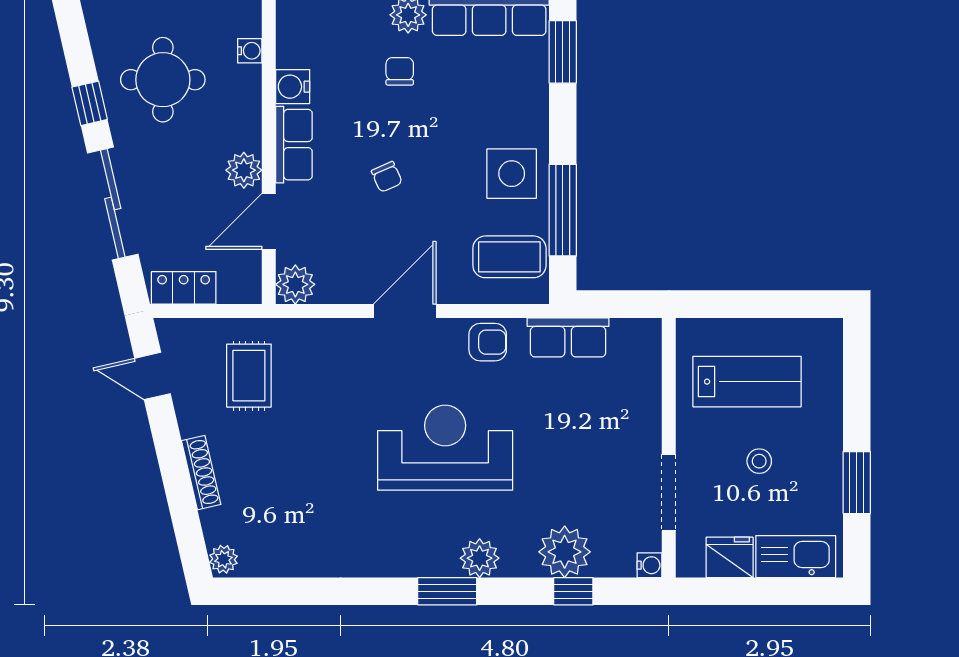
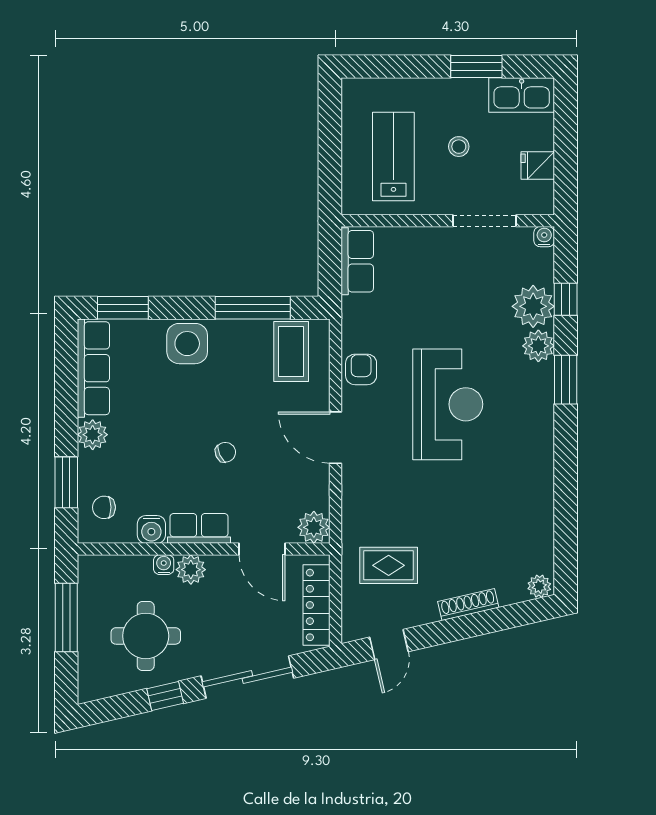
water cooler: (250, 51) -> (164, 565), moved
chair: (400, 71) -> (104, 507), moved
plant: (244, 170) -> (191, 570), moved
side table: (512, 174) -> (187, 344), moved
locker: (184, 288) -> (317, 605), width x1.53
row of seats: (568, 337) -> (357, 261), moved
reception desk: (445, 448) -> (448, 404), turned 180
fridge: (730, 557) -> (538, 166), width x0.72
kitchen sink: (796, 557) -> (522, 95), moved, turned -90
plant: (480, 558) -> (538, 346), moved
window: (447, 591) -> (566, 380), moved

